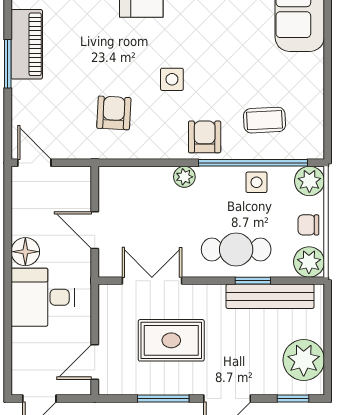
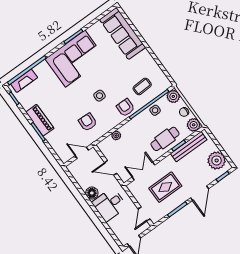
door: (34, 163) -> (82, 153), moved
plant: (184, 177) -> (116, 135), moved

